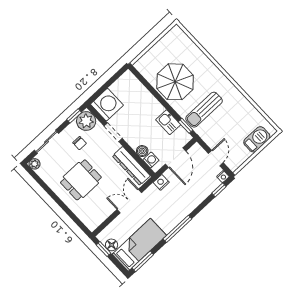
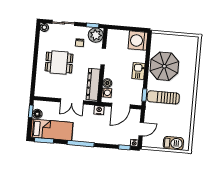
washing machine: (107, 105) -> (138, 41), moved, turned 180
kitchen sink: (168, 122) -> (138, 71), moved
double door: (129, 201) -> (72, 101), swing flipped

